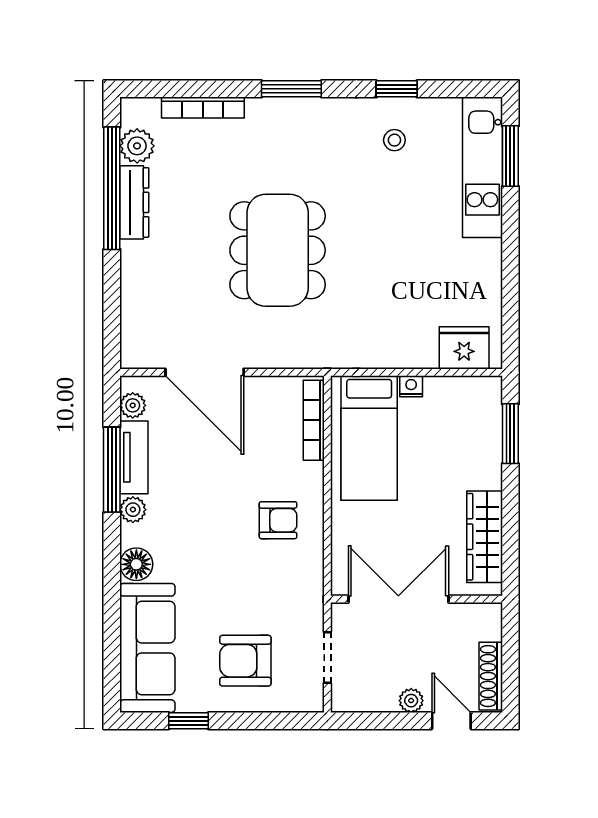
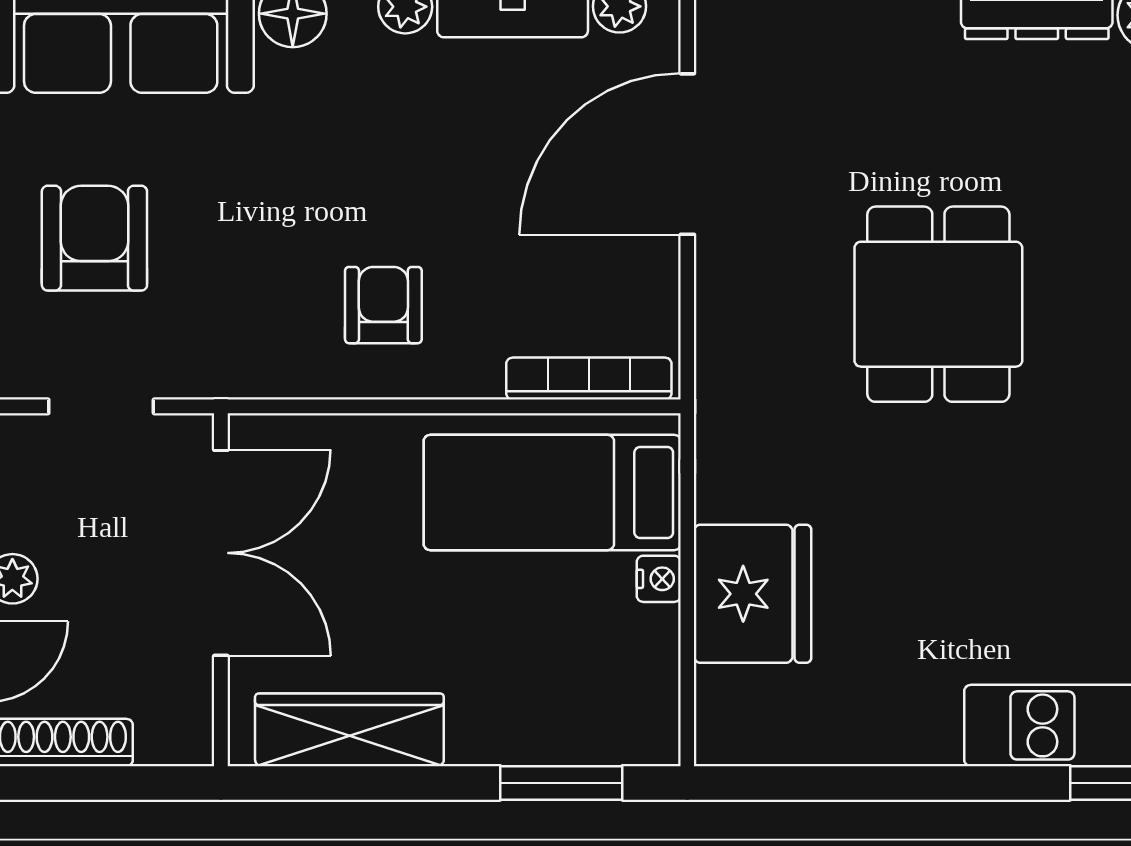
dining table: (278, 250) -> (938, 304), width x0.73
fridge: (464, 348) -> (753, 594), moved, width x1.36, depth x1.34
armchair: (278, 520) -> (383, 305), turned 180

